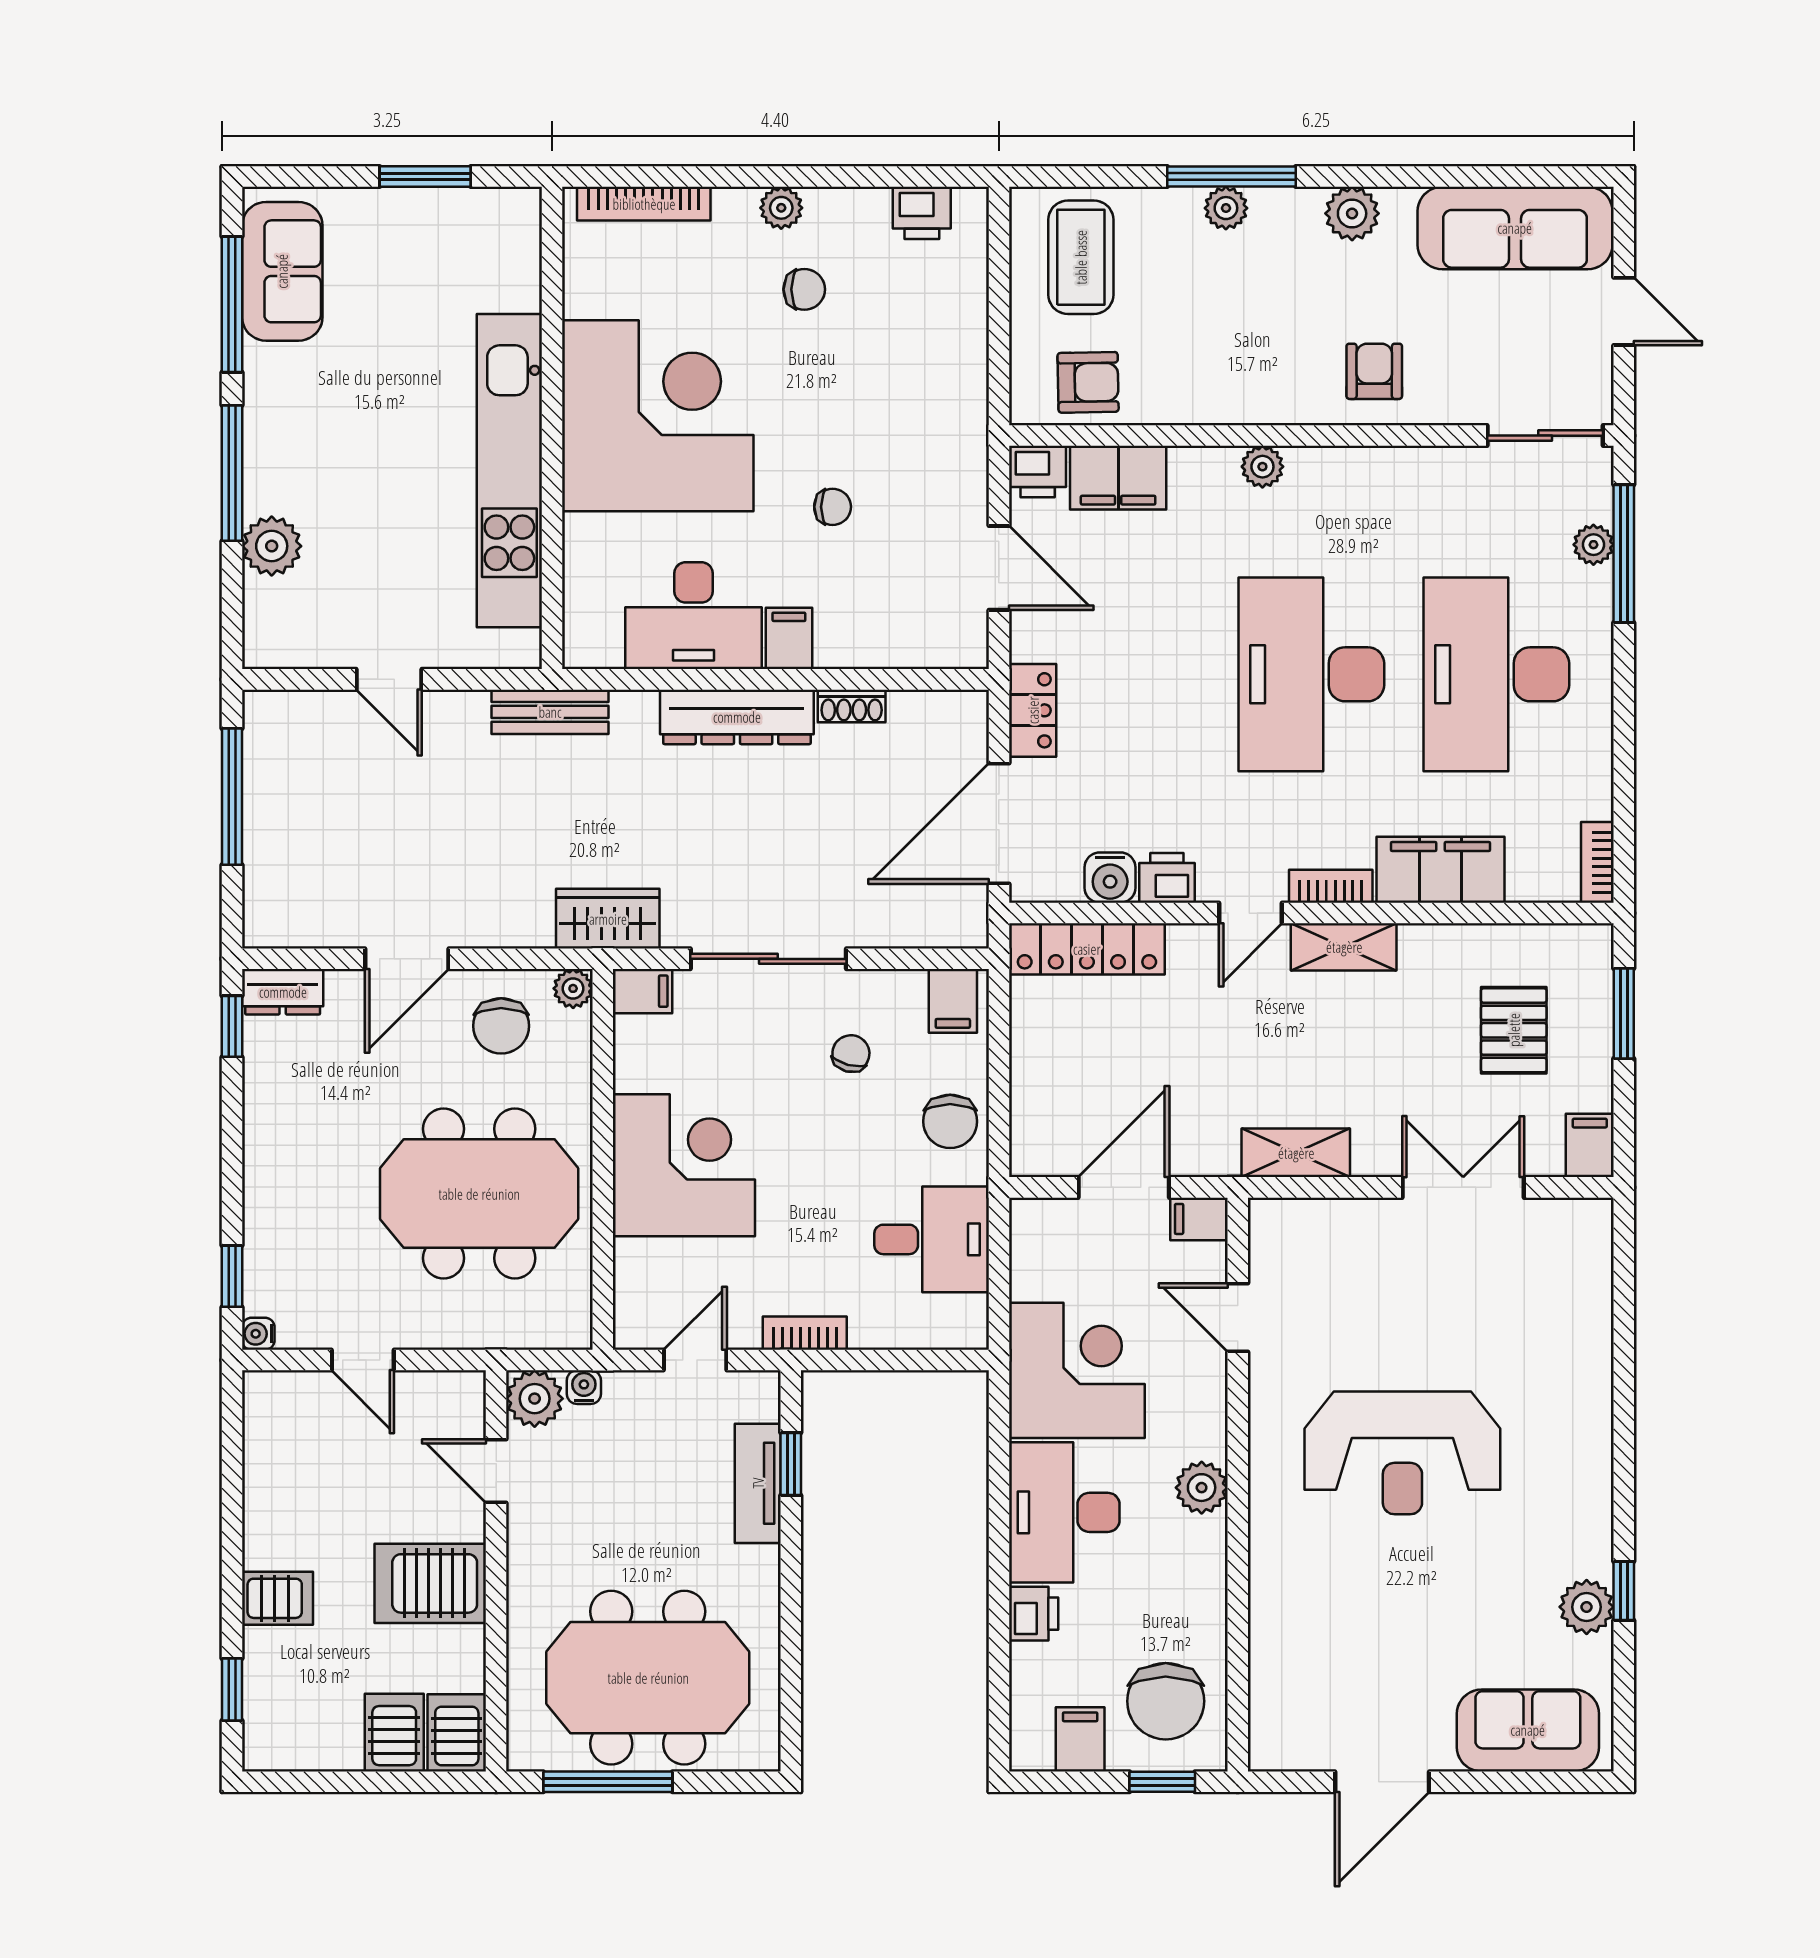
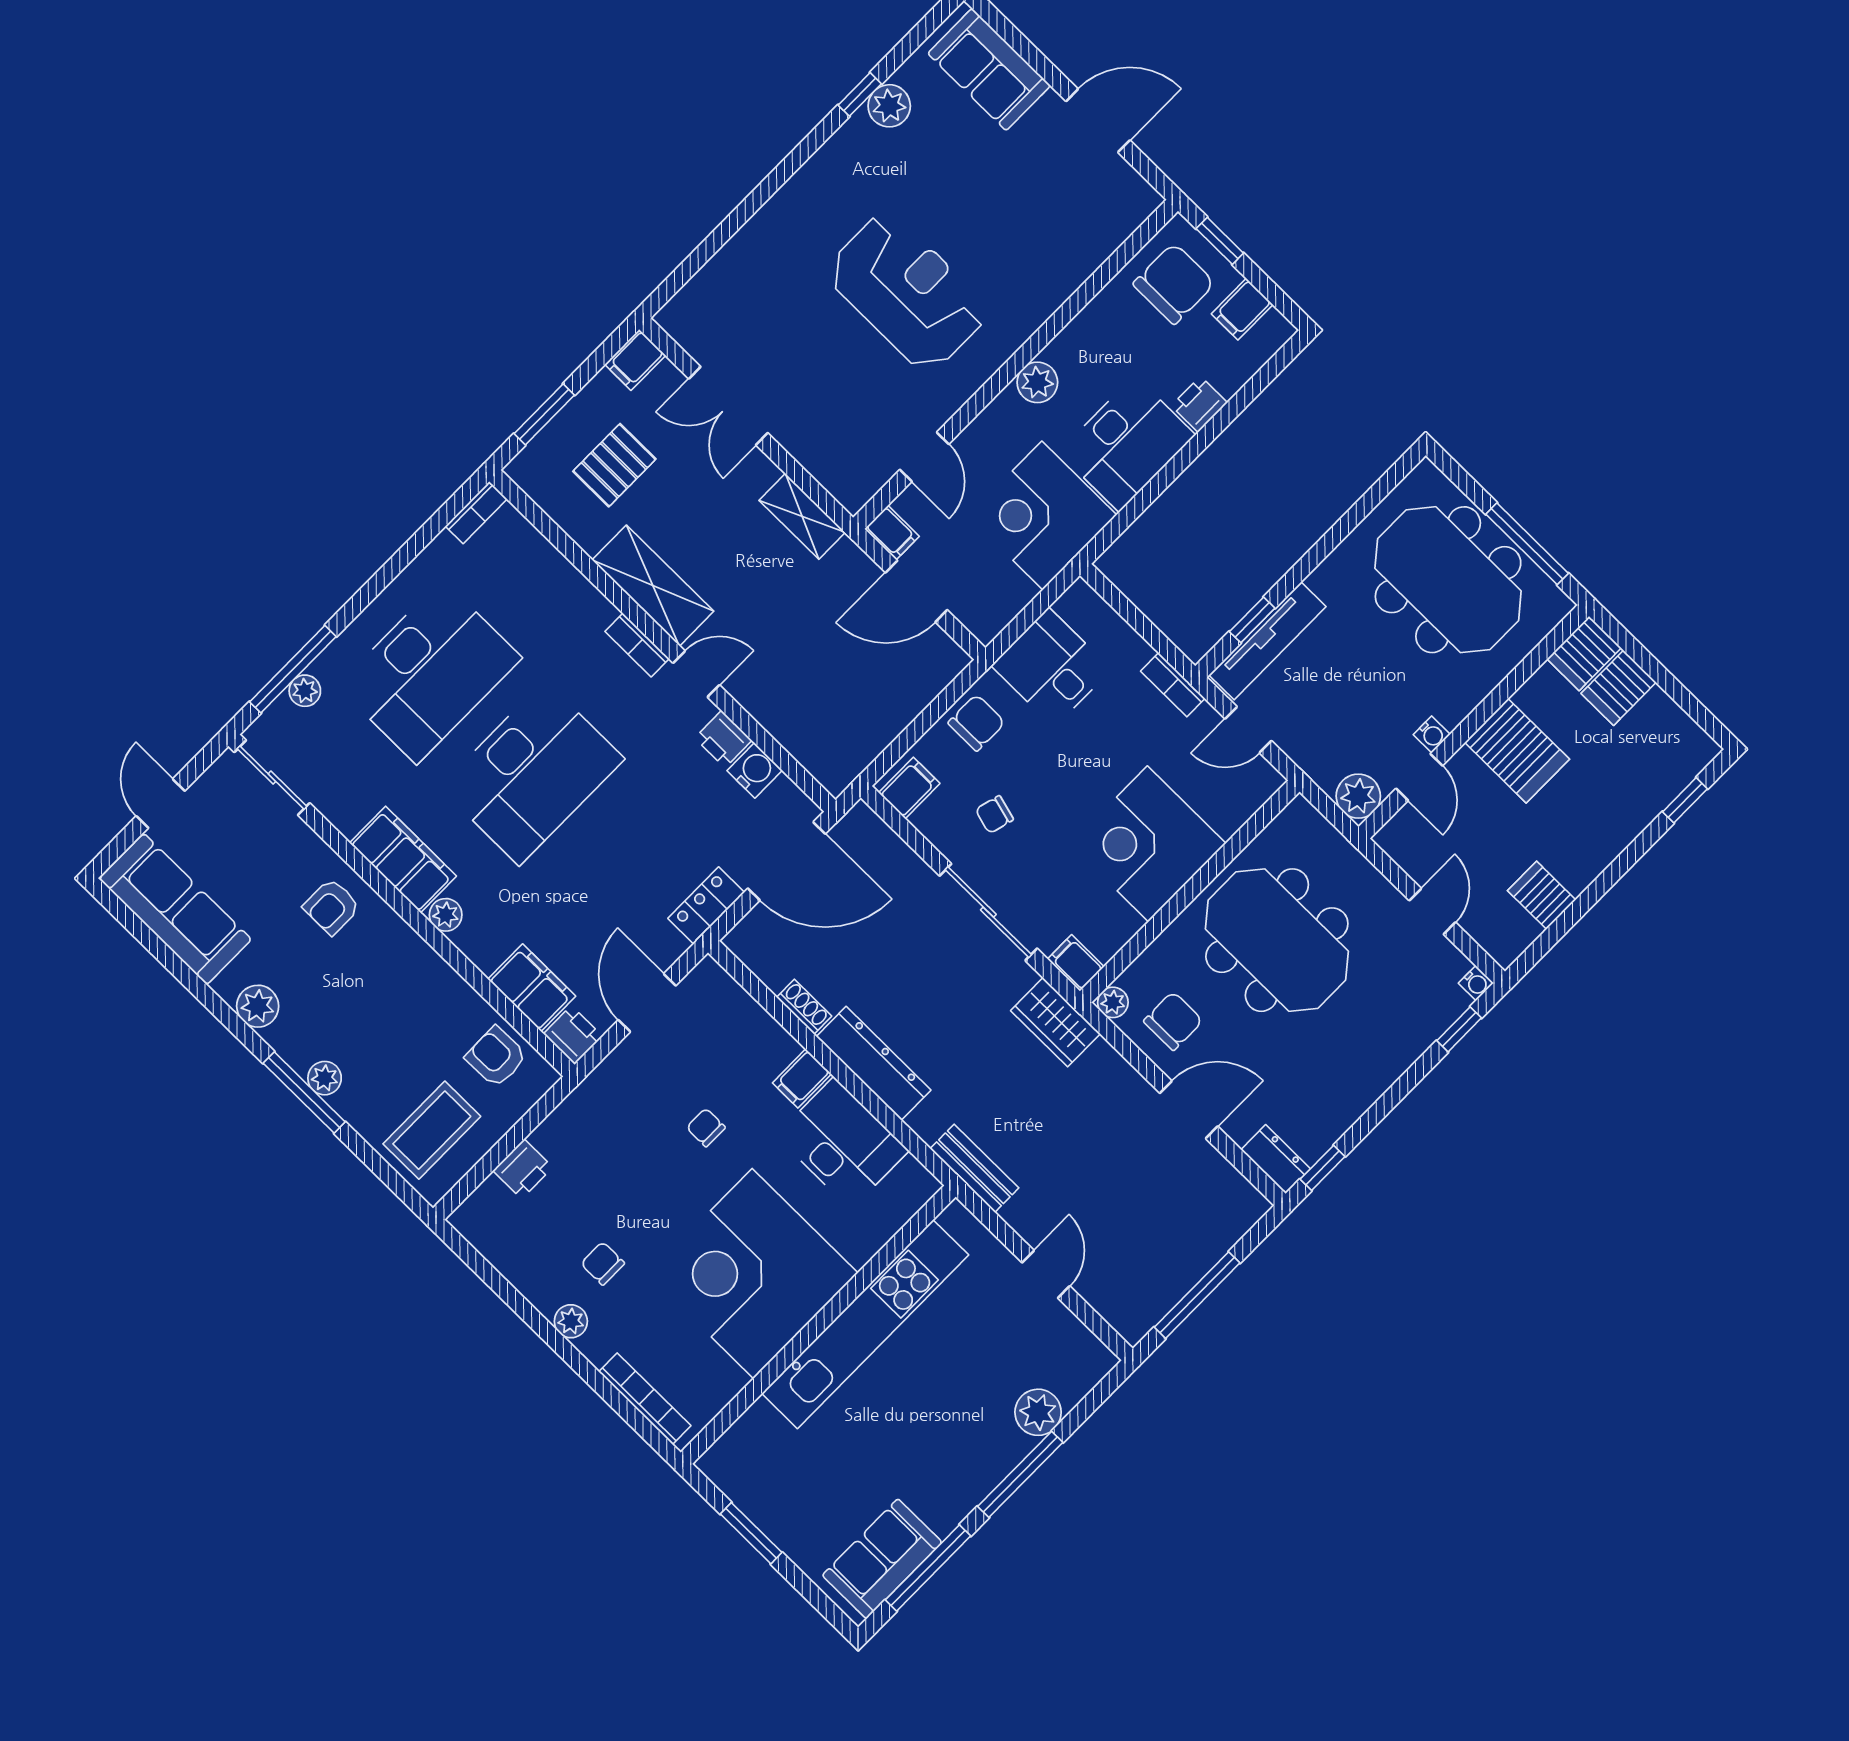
printer: (922, 213) -> (523, 1169), moved, turned 90
filing cabinet: (1440, 870) -> (403, 859), moved, turned 180
shelving: (1344, 947) -> (653, 586), width x1.50, depth x1.33
locker: (1087, 949) -> (806, 743), removed
water cooler: (584, 1387) -> (1432, 734), moved, turned -90
tv unit: (758, 1483) -> (1268, 641), width x1.41
server rack: (278, 1598) -> (1542, 895), moved

